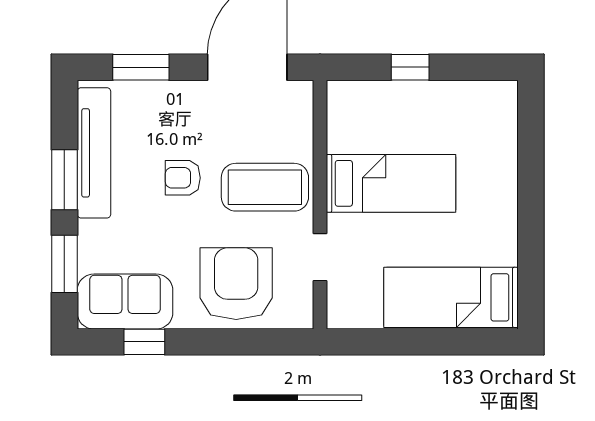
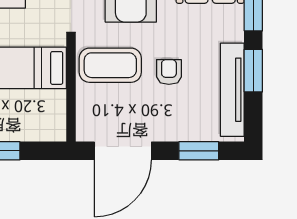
armchair: (183, 178) -> (169, 72), turned -90

